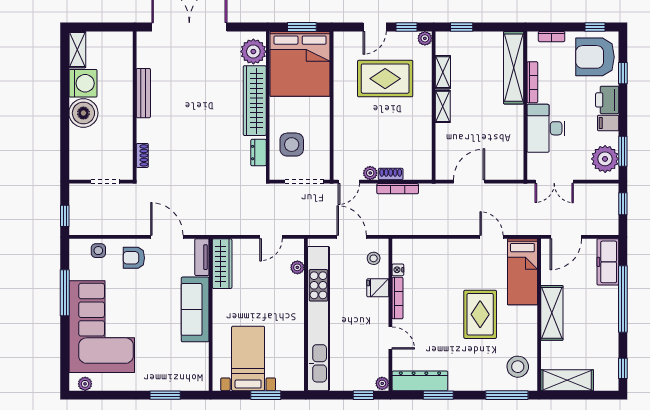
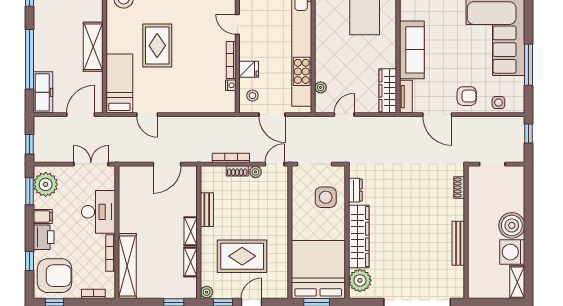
bench: (425, 131) -> (207, 210), added

